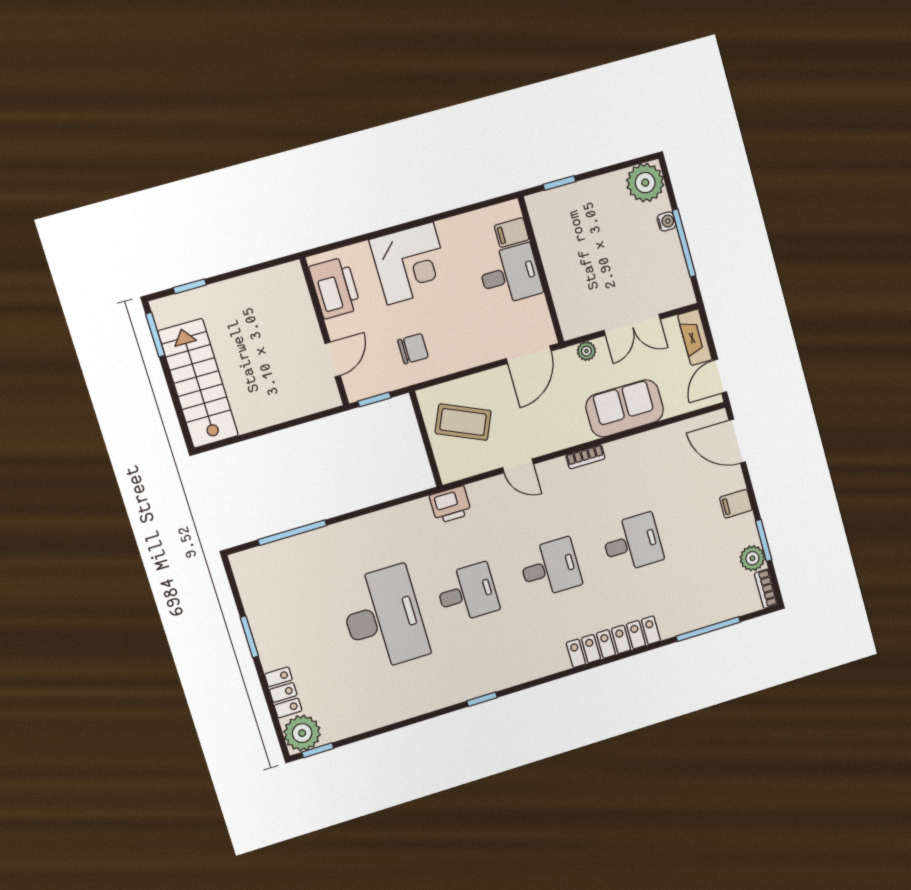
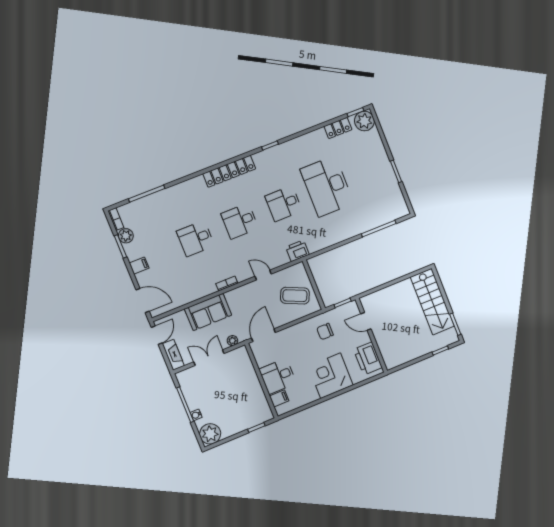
door: (333, 360) -> (366, 321), hinge flipped
locker: (613, 642) -> (229, 171), moved
locker: (283, 692) -> (338, 128), moved, turned -90

